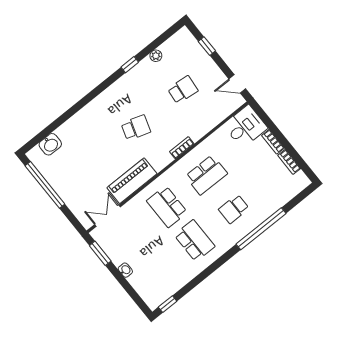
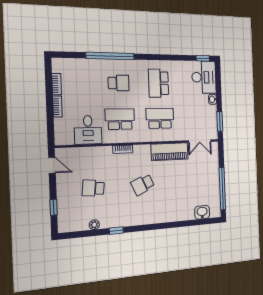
desk: (245, 127) -> (88, 130), moved, turned -90
school desk: (136, 128) -> (143, 185), turned -42
school desk: (167, 207) -> (160, 118), turned -90
desk: (152, 285) -> (204, 77), added

